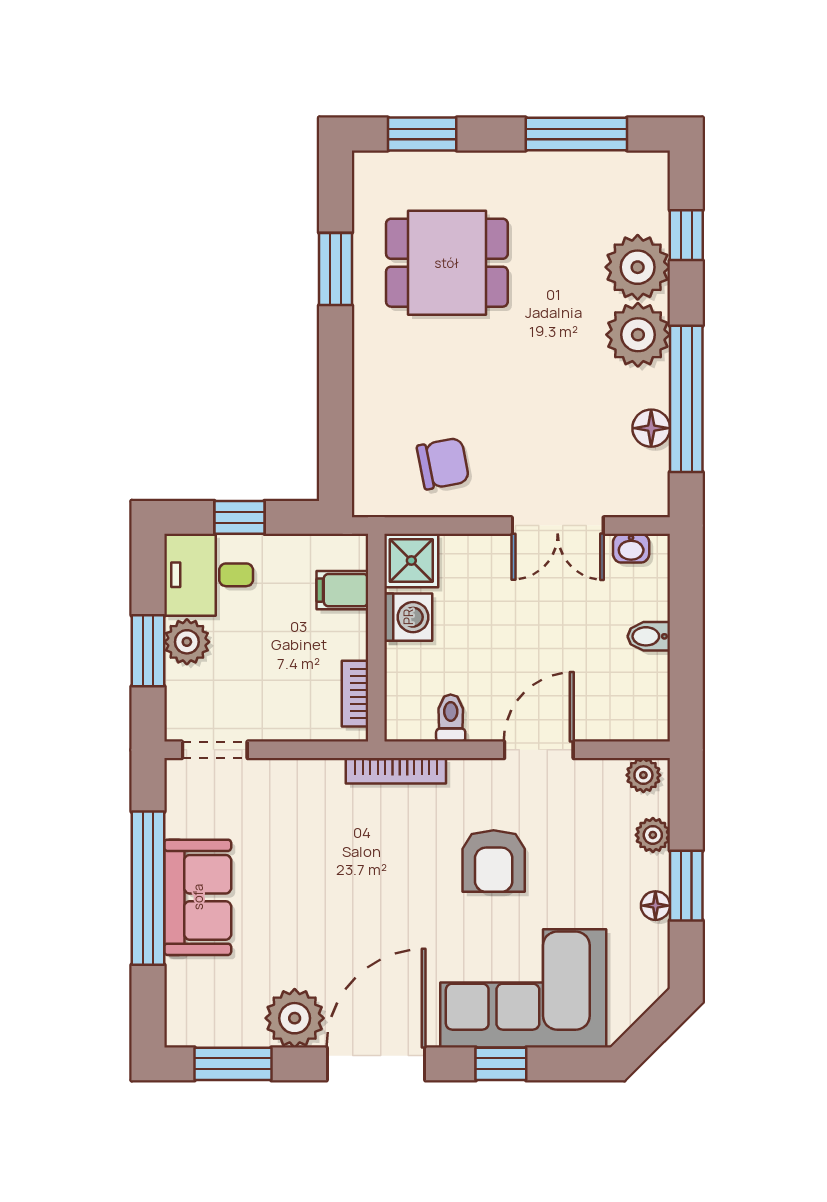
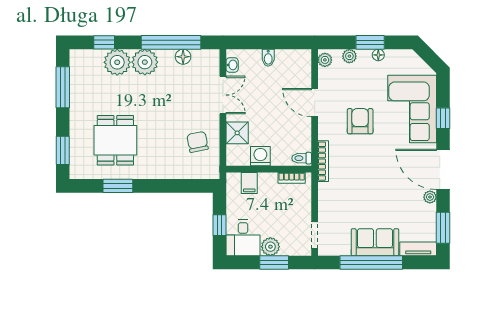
shower: (411, 560) -> (237, 133), moved
toilet: (451, 718) -> (302, 158), moved
armchair: (494, 861) -> (360, 121), turned -90
tv unit: (181, 1003) -> (418, 249), added
plant: (295, 1018) -> (430, 197), width x0.53, depth x0.53

